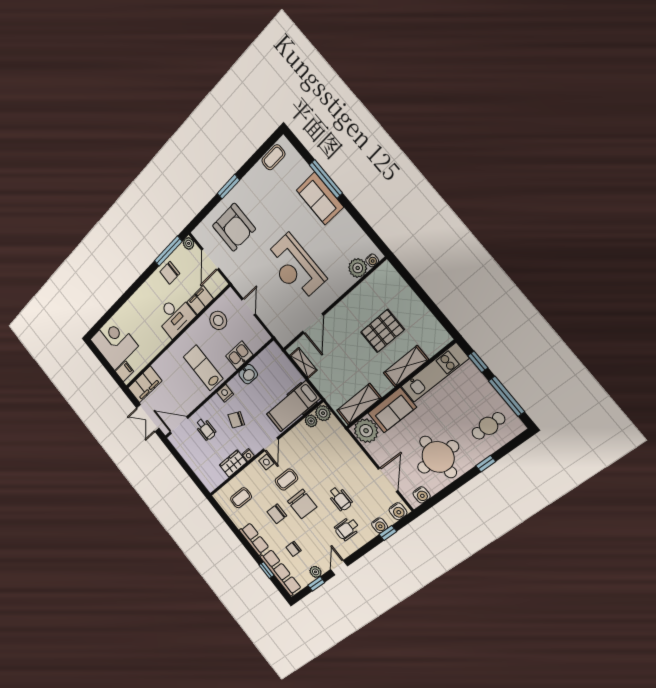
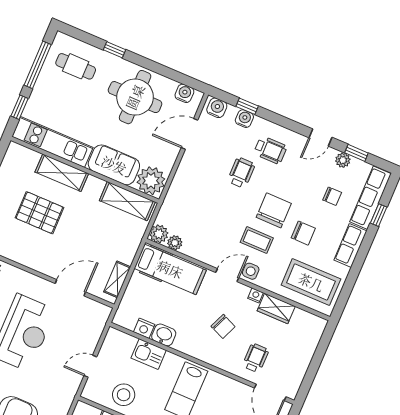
nightstand: (225, 393) -> (144, 328), moved
coffee table: (241, 498) -> (311, 282), width x1.86, depth x1.72

